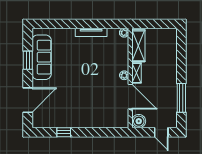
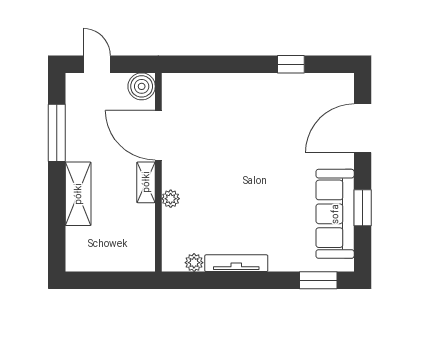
window: (50, 24) -> (318, 280), added
plant: (124, 33) -> (194, 263), moved
shelving: (138, 46) -> (78, 194), moved
plant: (124, 75) -> (171, 199), moved

